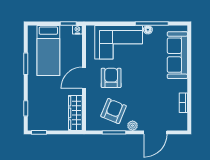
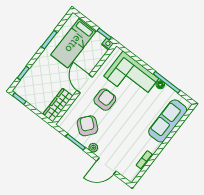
door: (84, 78) -> (85, 84), hinge flipped
armchair: (114, 111) -> (87, 126), turned -72

